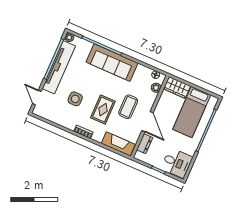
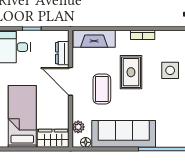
sofa: (112, 63) -> (124, 134), moved

